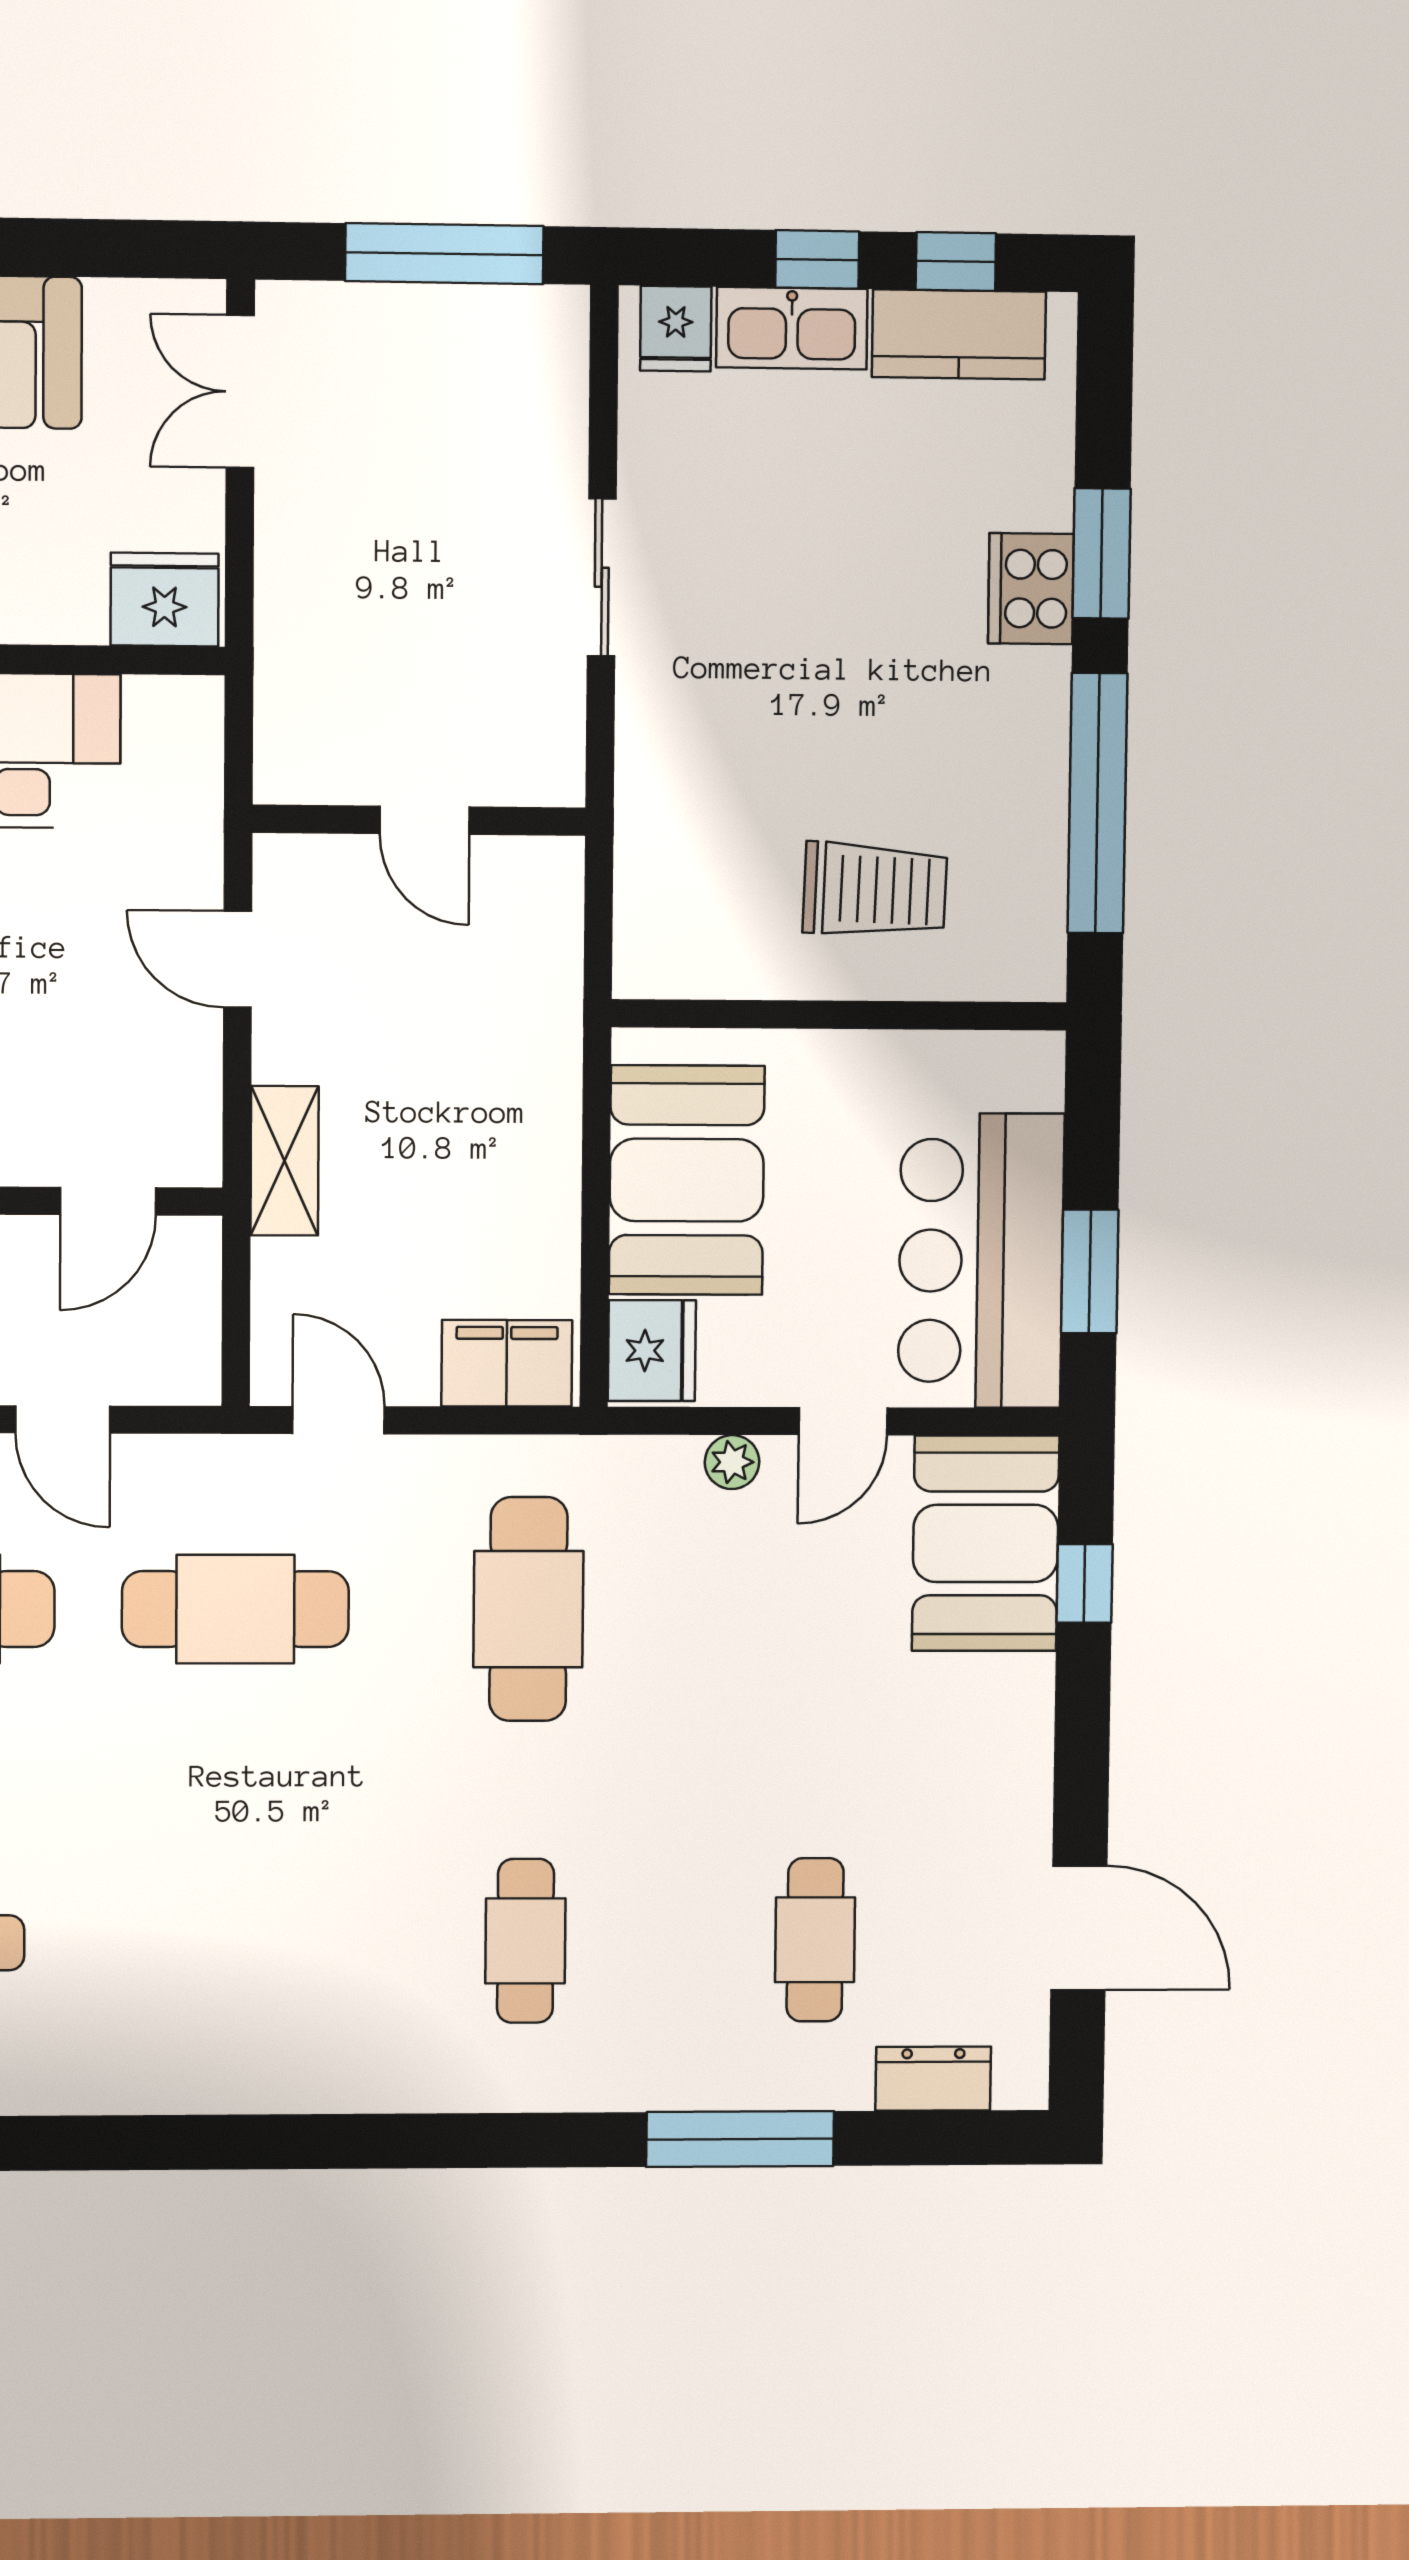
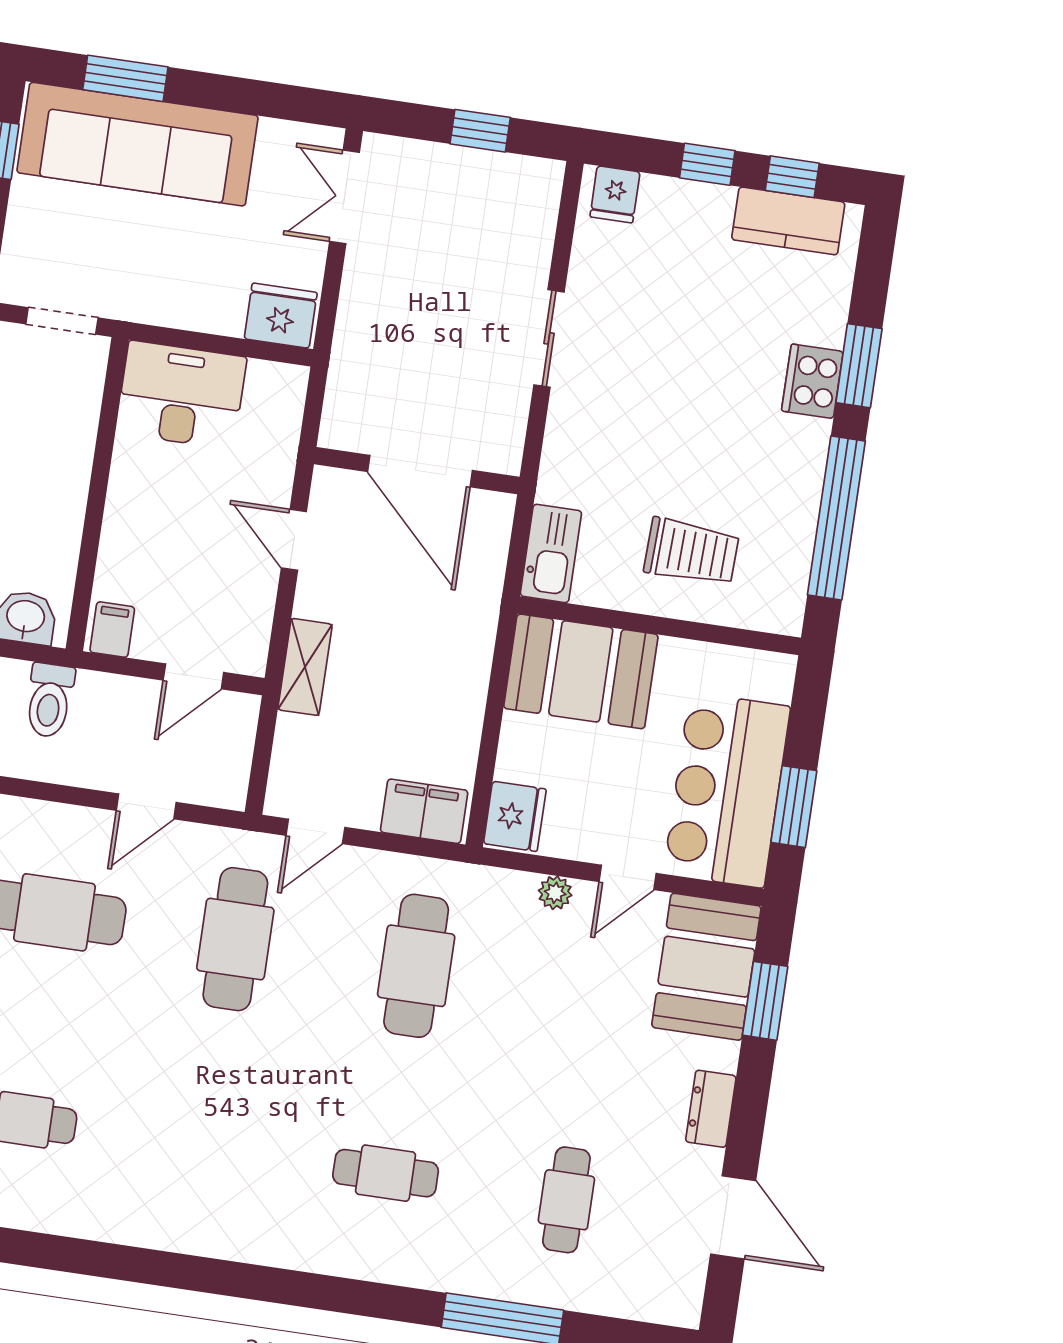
window: (444, 254) -> (480, 131), width x0.46
kitchen sink: (792, 328) -> (551, 553), moved, turned -90
door: (425, 820) -> (420, 471), width x1.88
booth: (687, 1180) -> (581, 671), moved, turned 90
door: (63, 1420) -> (146, 806), hinge flipped
door: (339, 1420) -> (315, 831), swing flipped
window: (1085, 1583) -> (765, 1001), width x1.50
cafe table: (235, 1609) -> (235, 939), turned 90
cafe table: (525, 1941) -> (386, 1173), turned 90
dresser: (933, 2079) -> (711, 1109), moved, turned -90

